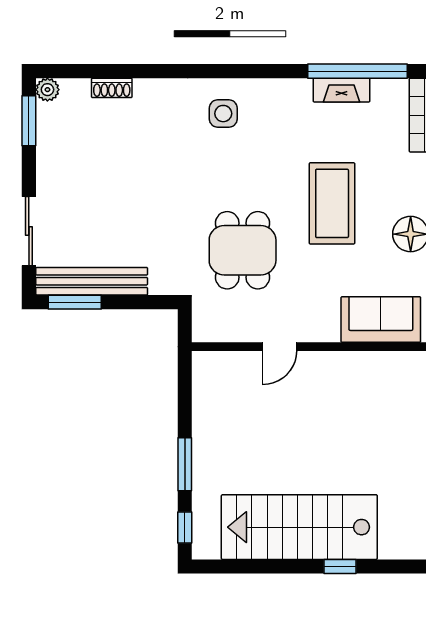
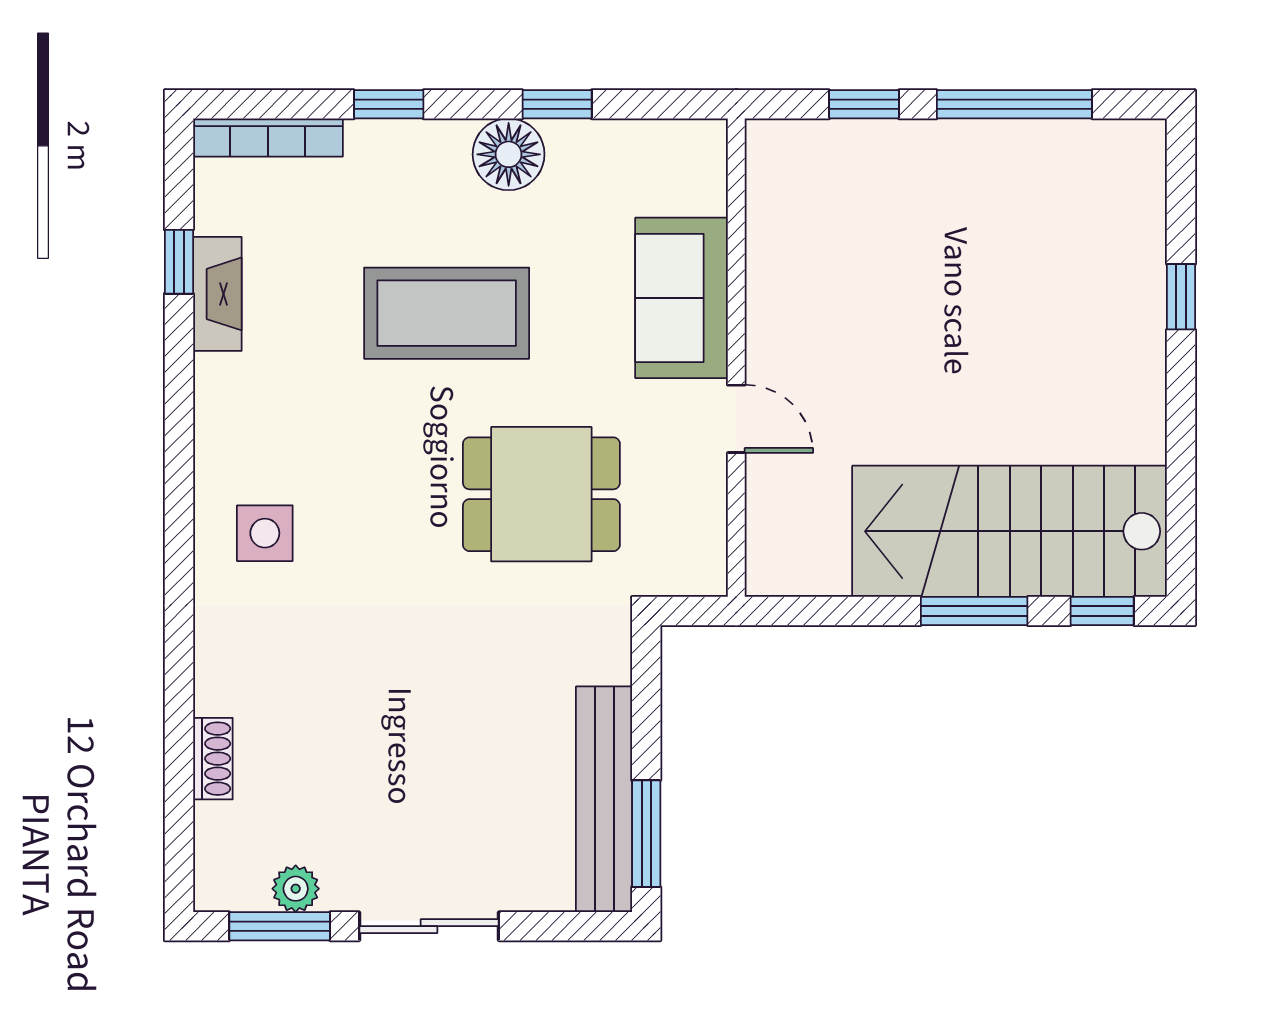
window: (357, 71) -> (179, 262), width x0.32
plant: (47, 90) -> (296, 889), moved
sliding door: (29, 231) -> (429, 926), moved
sofa: (381, 320) -> (681, 298), moved
stairs: (299, 527) -> (1010, 531), moved, turned 90

